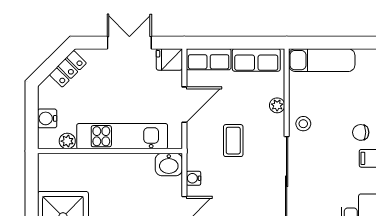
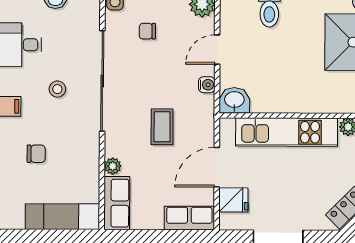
fridge: (169, 59) -> (233, 200), moved
row of seats: (256, 60) -> (117, 203), moved, turned 90
stool: (303, 124) -> (57, 89), moved
chair: (361, 132) -> (36, 154), moved

